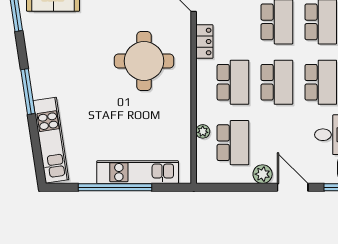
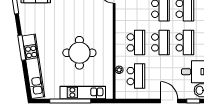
locker: (204, 41) -> (120, 20), removed
round table: (144, 61) -> (79, 53), moved
kitchen unit: (51, 140) -> (33, 66), width x1.36
plant: (263, 174) -> (152, 94), removed

